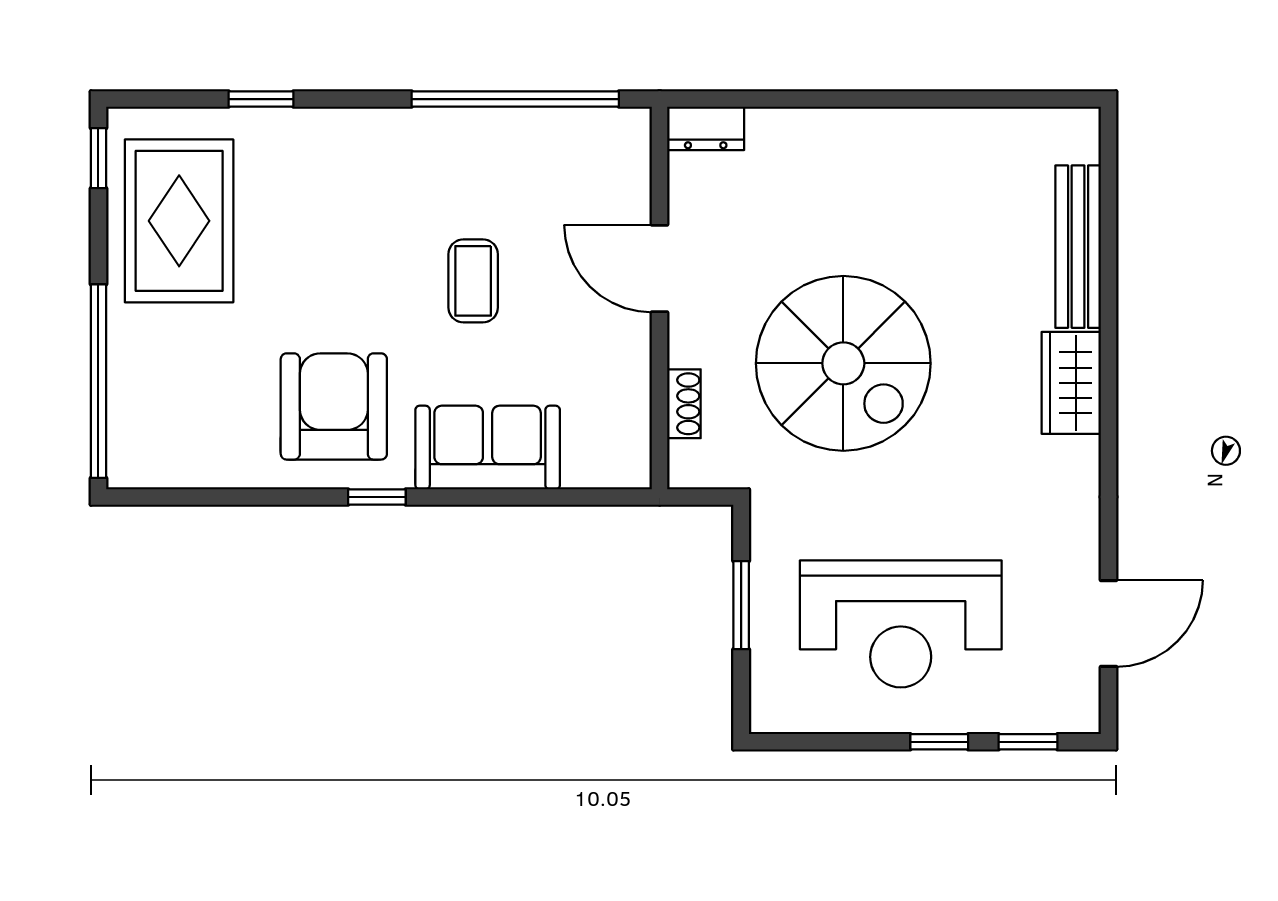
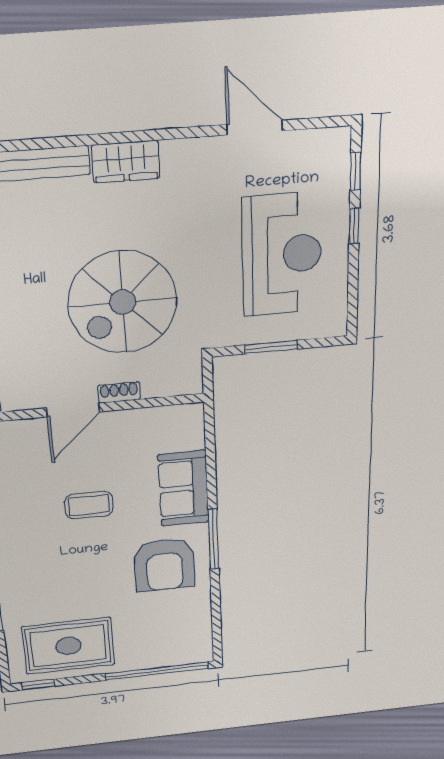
spiral stairs: (843, 363) -> (123, 302), turned 180
shoe rack: (684, 404) -> (119, 392), moved
armchair: (334, 406) -> (164, 565), turned -90
window: (377, 497) -> (213, 539), width x2.17
door: (1108, 623) -> (255, 128), moved

